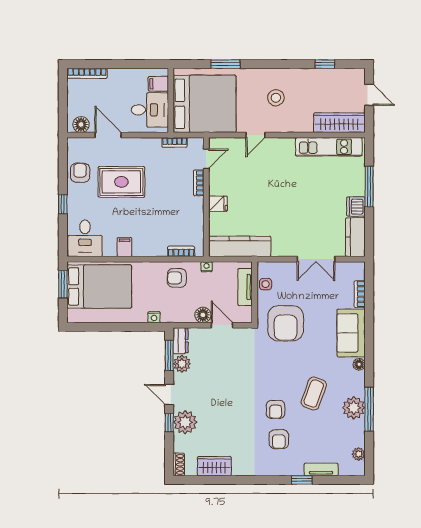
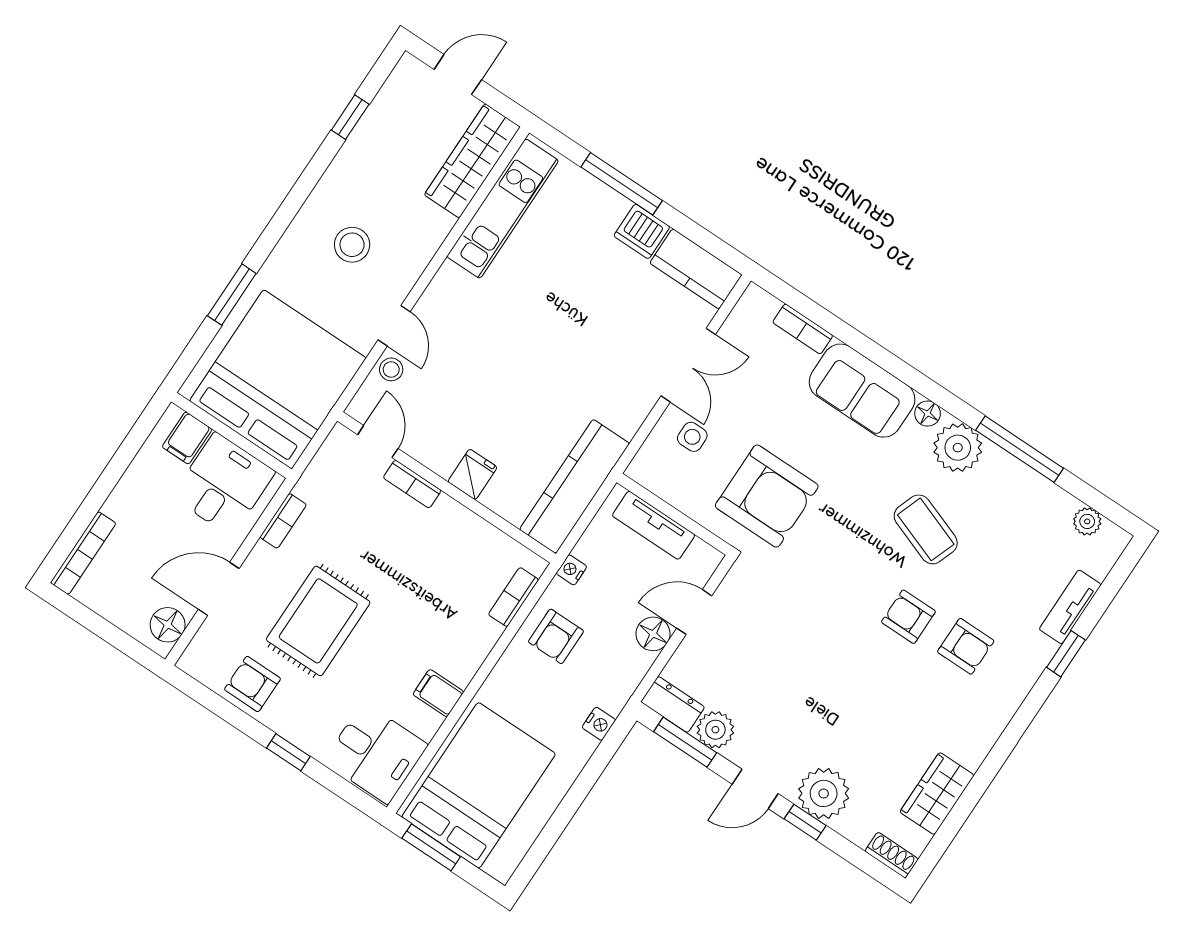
bookcase: (175, 142) -> (283, 521), moved
stool: (238, 145) -> (391, 369), added
side table: (266, 284) -> (692, 437), moved
plant: (354, 408) -> (958, 448), moved
armchair: (276, 409) -> (908, 617), turned 180

